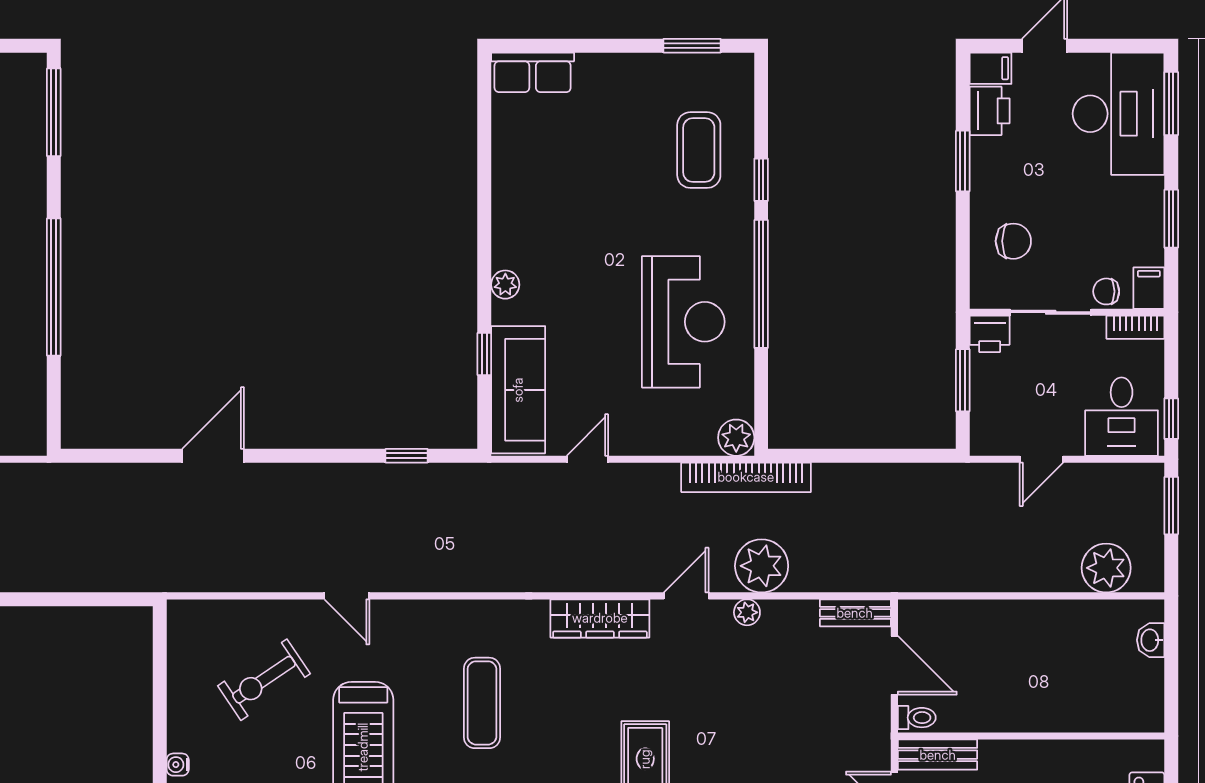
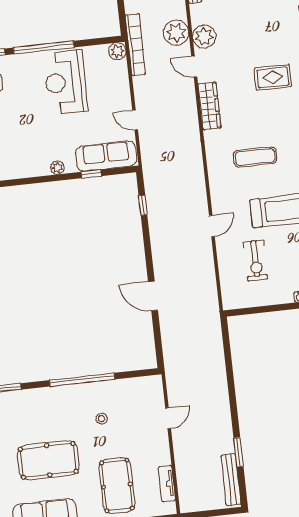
reception desk: (683, 322) -> (66, 82), turned -90
plant: (747, 612) -> (204, 37), width x1.87, depth x1.87
exercise bike: (264, 680) -> (256, 261), turned 34

